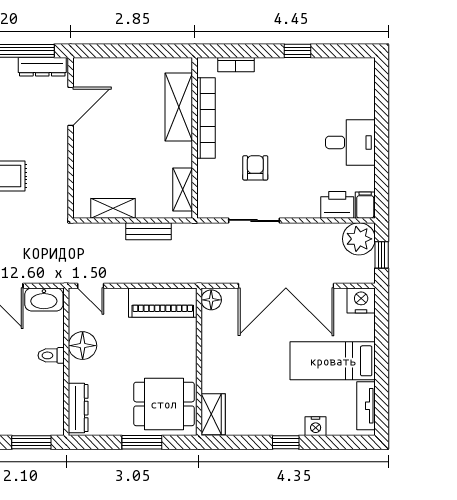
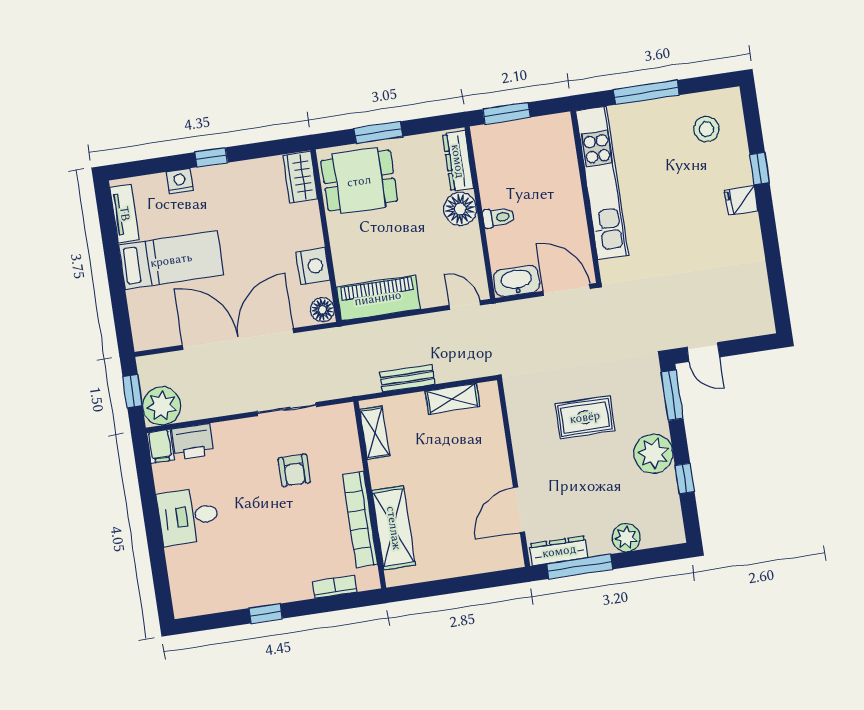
nightstand: (361, 300) -> (313, 266), moved, turned -90
floor lamp: (83, 346) -> (460, 209), moved

